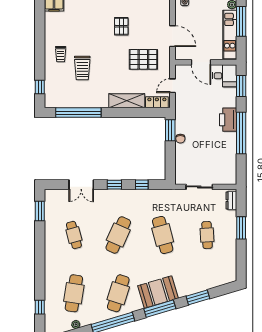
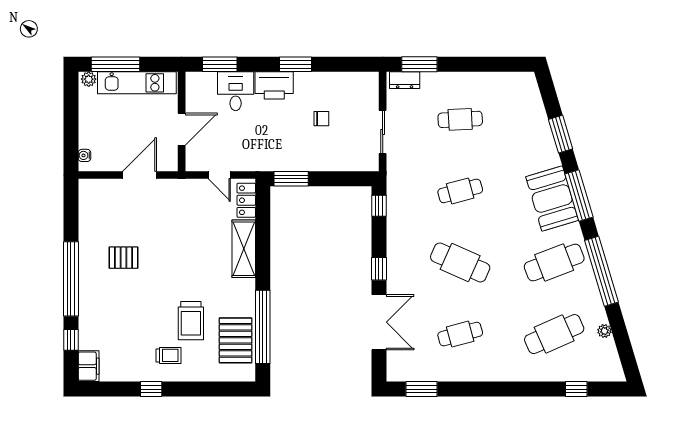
pallet: (143, 59) -> (236, 340), moved
trolley: (82, 68) -> (191, 321), turned 90
desk: (224, 76) -> (236, 91), moved
window: (40, 87) -> (151, 389), moved
window: (241, 133) -> (296, 64), width x0.47
chair: (180, 139) -> (321, 119), moved
double door: (81, 185) -> (379, 322), width x1.37
window: (142, 185) -> (379, 206), moved
window: (241, 228) -> (419, 64), moved
cafe table: (163, 235) -> (460, 191), width x0.73, depth x0.74
cafe table: (74, 293) -> (554, 334), turned -33
cafe table: (118, 293) -> (554, 262), turned -39

